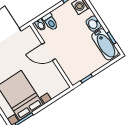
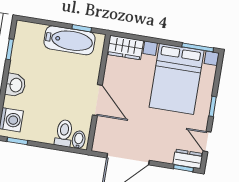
bathtub: (105, 44) -> (70, 40), moved, turned 90
wardrobe: (58, 88) -> (125, 47), added

